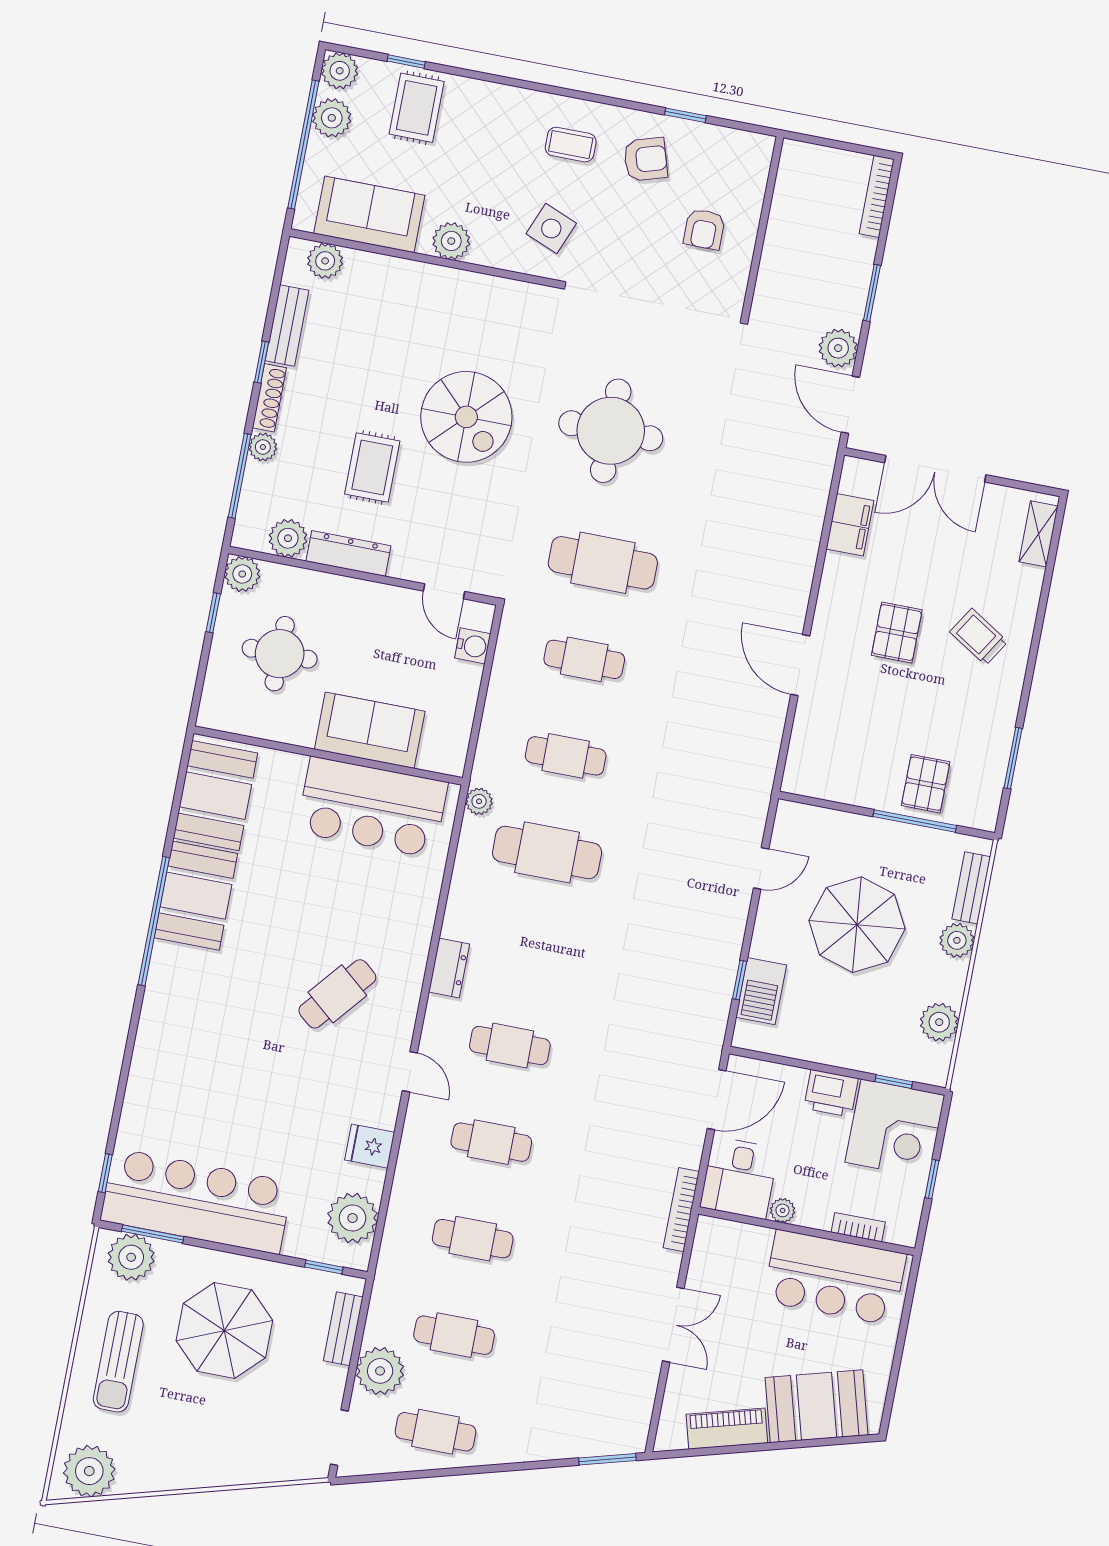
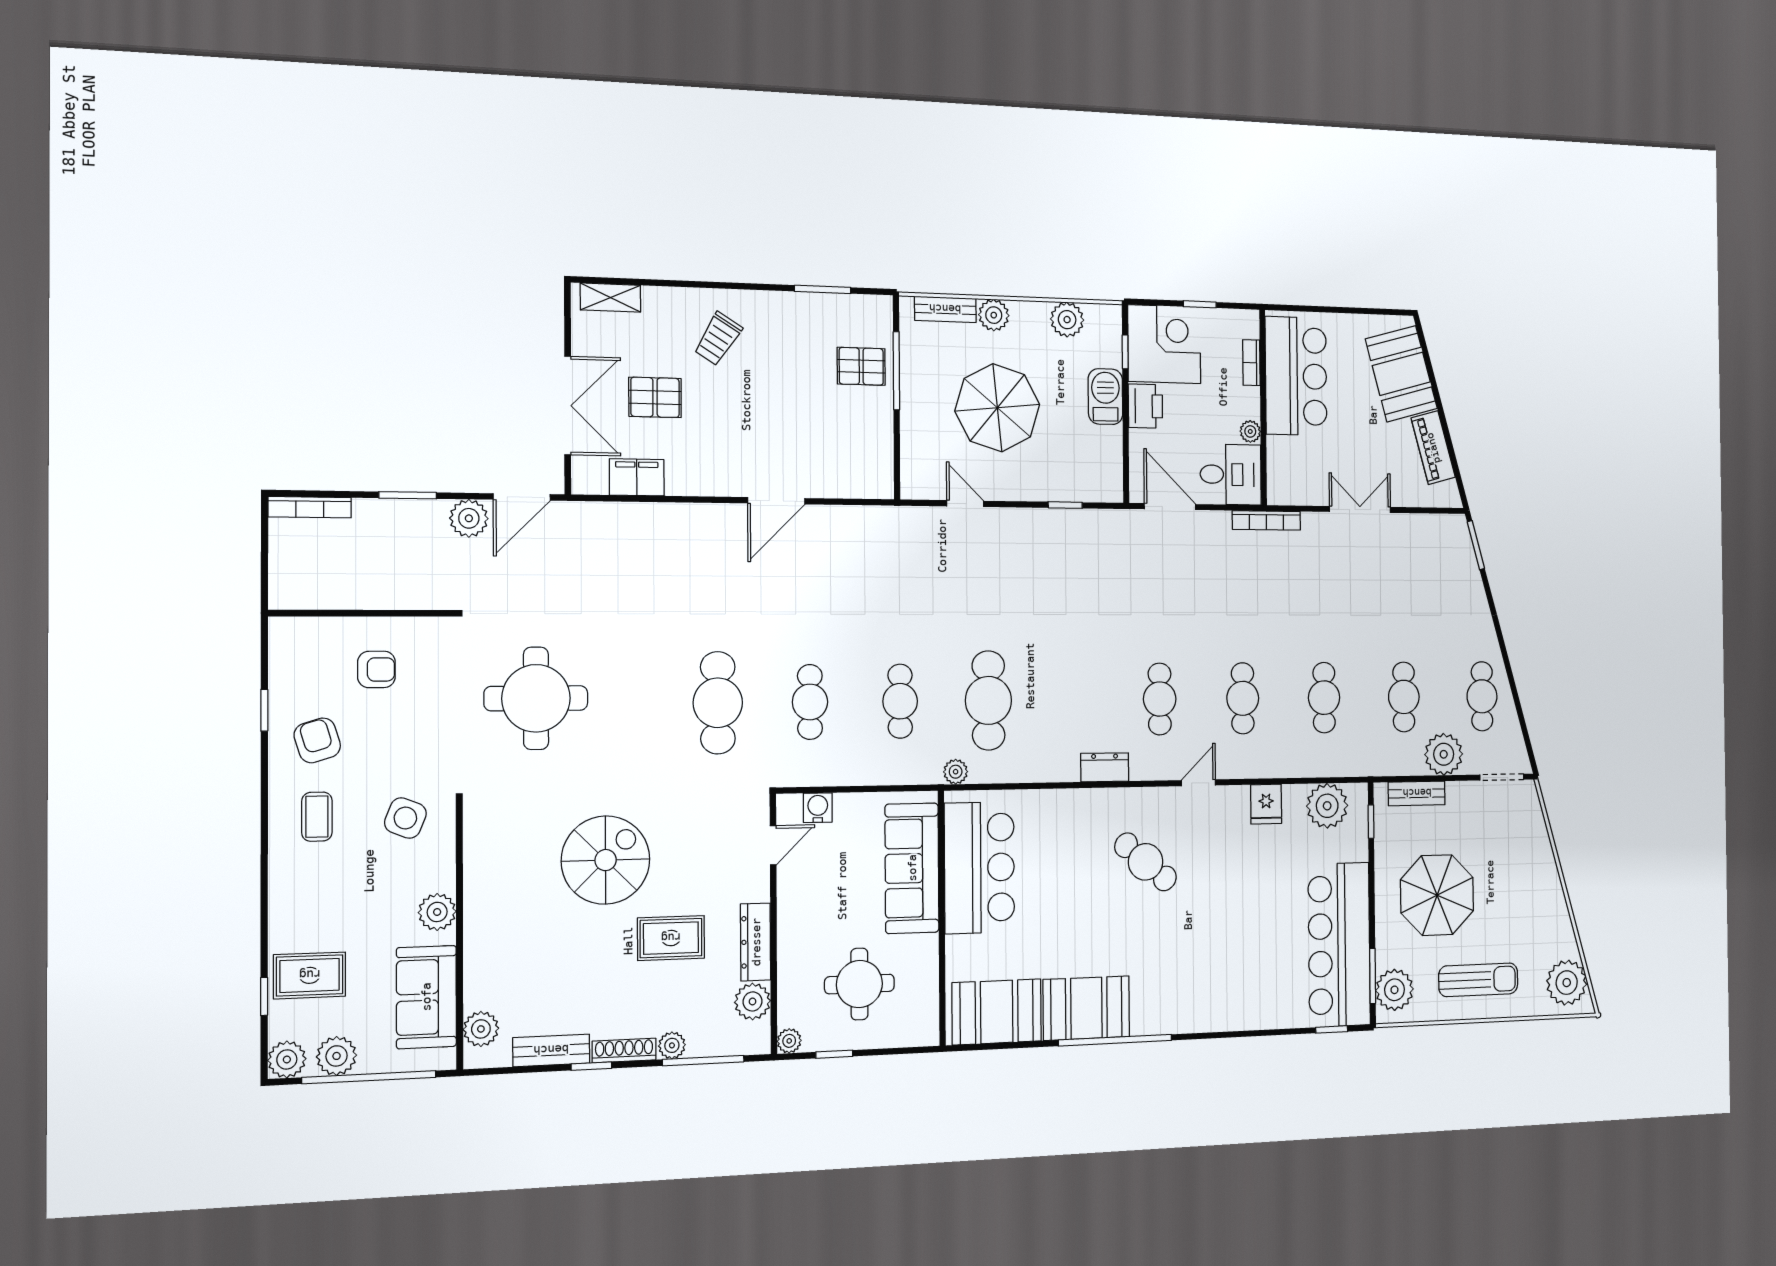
round table: (611, 431) -> (536, 698), moved
plant: (242, 574) -> (789, 1041), width x0.73, depth x0.73
pallet: (897, 633) -> (655, 397), moved
sofa: (370, 730) -> (912, 868), width x1.36
barbecue: (761, 991) -> (1105, 397), moved, turned -90

